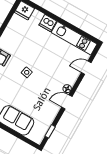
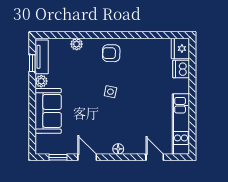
dishwasher: (48, 23) -> (181, 69), moved
door: (67, 102) -> (87, 157), moved

